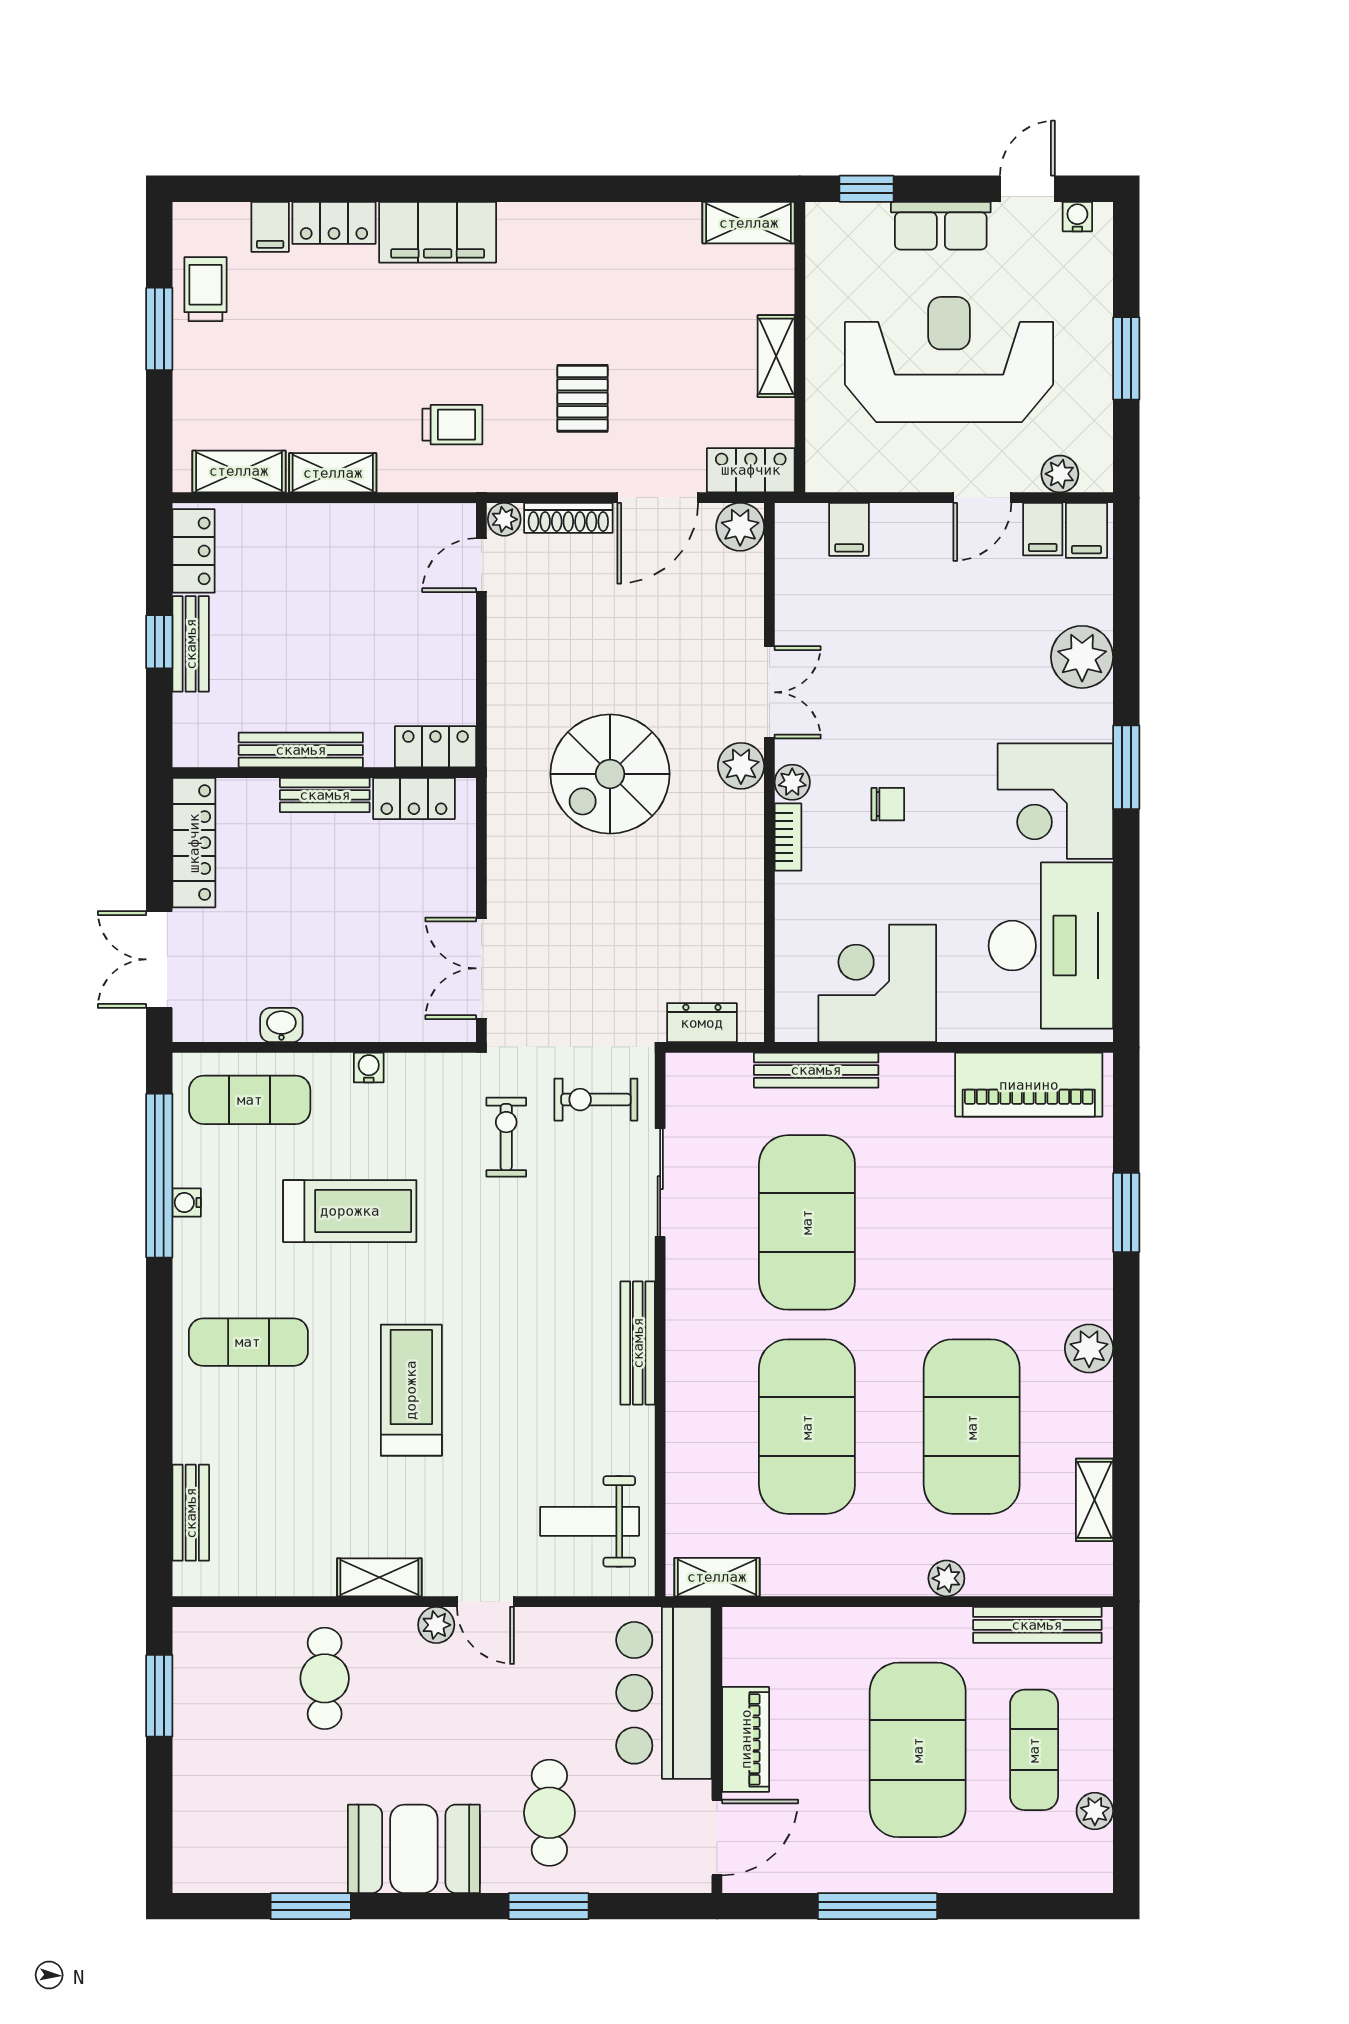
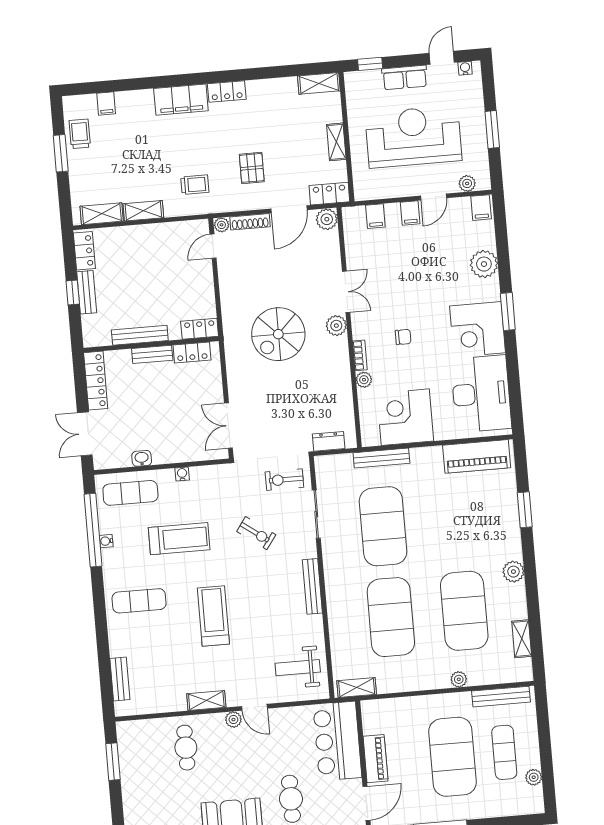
locker: (334, 223) -> (227, 91), moved
filing cabinet: (1043, 529) -> (410, 213), moved
plant: (792, 782) -> (364, 380), moved
exercise bike: (506, 1137) -> (256, 533), moved, turned 126

